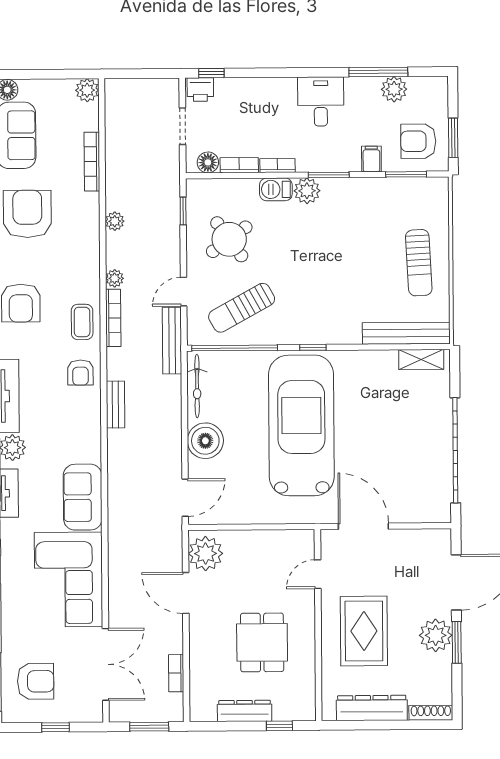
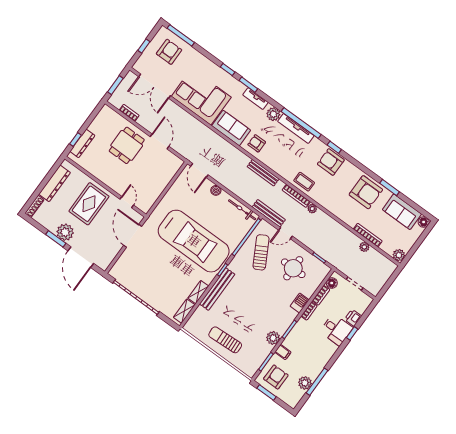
window: (211, 73) -> (352, 333), moved
printer: (200, 90) -> (353, 318), moved
desk: (321, 101) -> (336, 330), moved
plant: (307, 191) -> (273, 338), moved
plant: (115, 221) -> (364, 247), moved
round table: (229, 239) -> (293, 268), turned 36
door: (184, 292) -> (285, 233), swing flipped
bench: (406, 333) -> (217, 289), moved
shelving: (376, 359) -> (198, 292), added
armchair: (80, 373) -> (257, 143), moved
bench: (115, 405) -> (263, 173), width x1.36
boiler: (205, 441) -> (216, 190), width x0.54, depth x0.54
door: (363, 526) -> (133, 236), swing flipped
plant: (206, 554) -> (170, 162), removed
door: (186, 593) -> (160, 141), hinge flipped
rug: (364, 631) -> (89, 204), turned 90
dining table: (262, 642) -> (127, 145), moved, turned 90
armchair: (36, 681) -> (169, 52), turned 180
dresser: (245, 711) -> (82, 143), moved

